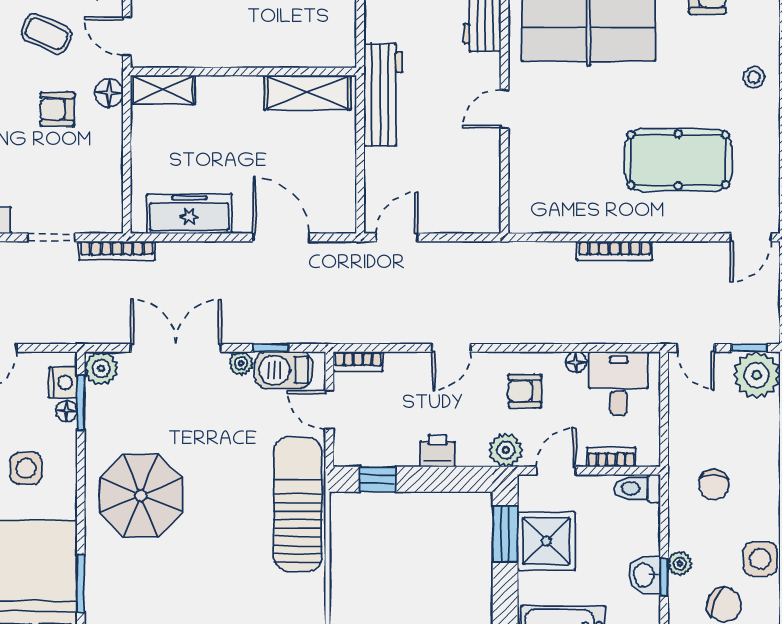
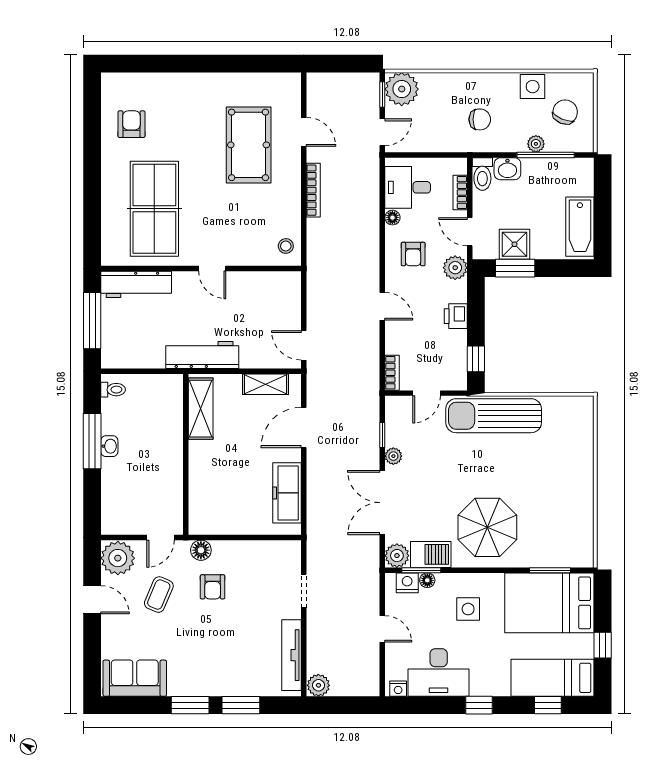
stool: (754, 77) -> (286, 246), moved
shelving: (163, 90) -> (265, 384), moved, turned 90
door: (751, 237) -> (304, 132), moved
bookcase: (117, 251) -> (313, 544), removed
barbecue: (284, 370) -> (431, 554), moved, turned -90
shower: (546, 541) -> (514, 244), width x0.73, depth x0.73
washbasin: (645, 575) -> (507, 169), moved
window: (664, 577) -> (546, 155), width x2.17

